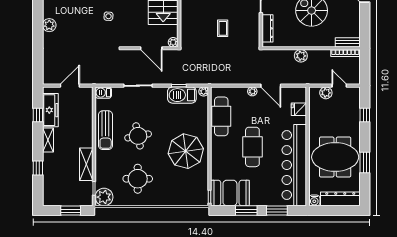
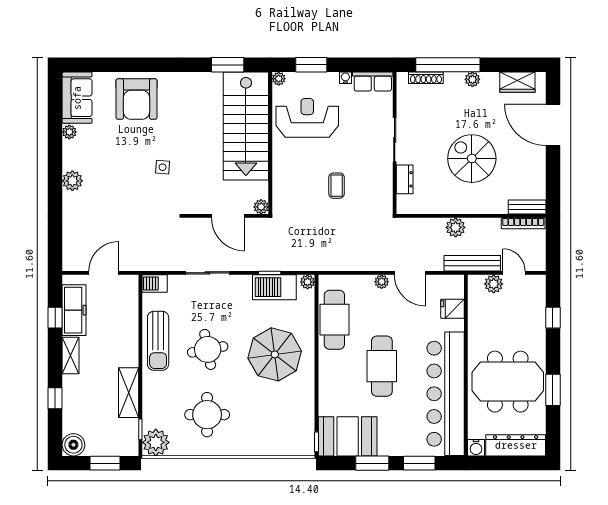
dresser: (267, 28) -> (405, 179), width x0.70
bench: (312, 79) -> (472, 263), added
parasol: (186, 151) -> (275, 354), moved
boiler: (50, 199) -> (73, 445), added

